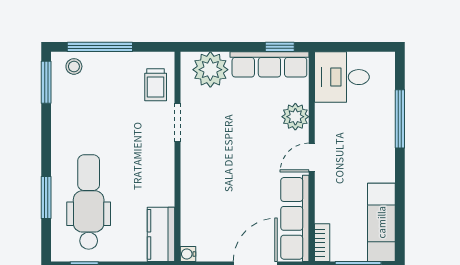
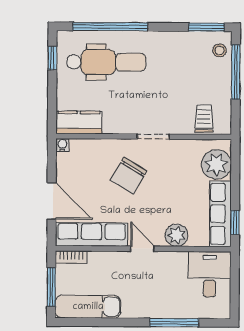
trolley: (156, 85) -> (204, 119), turned 90
doorway: (177, 123) -> (153, 137), moved
chair: (224, 175) -> (129, 176), added
window: (46, 198) -> (110, 27), width x2.11

